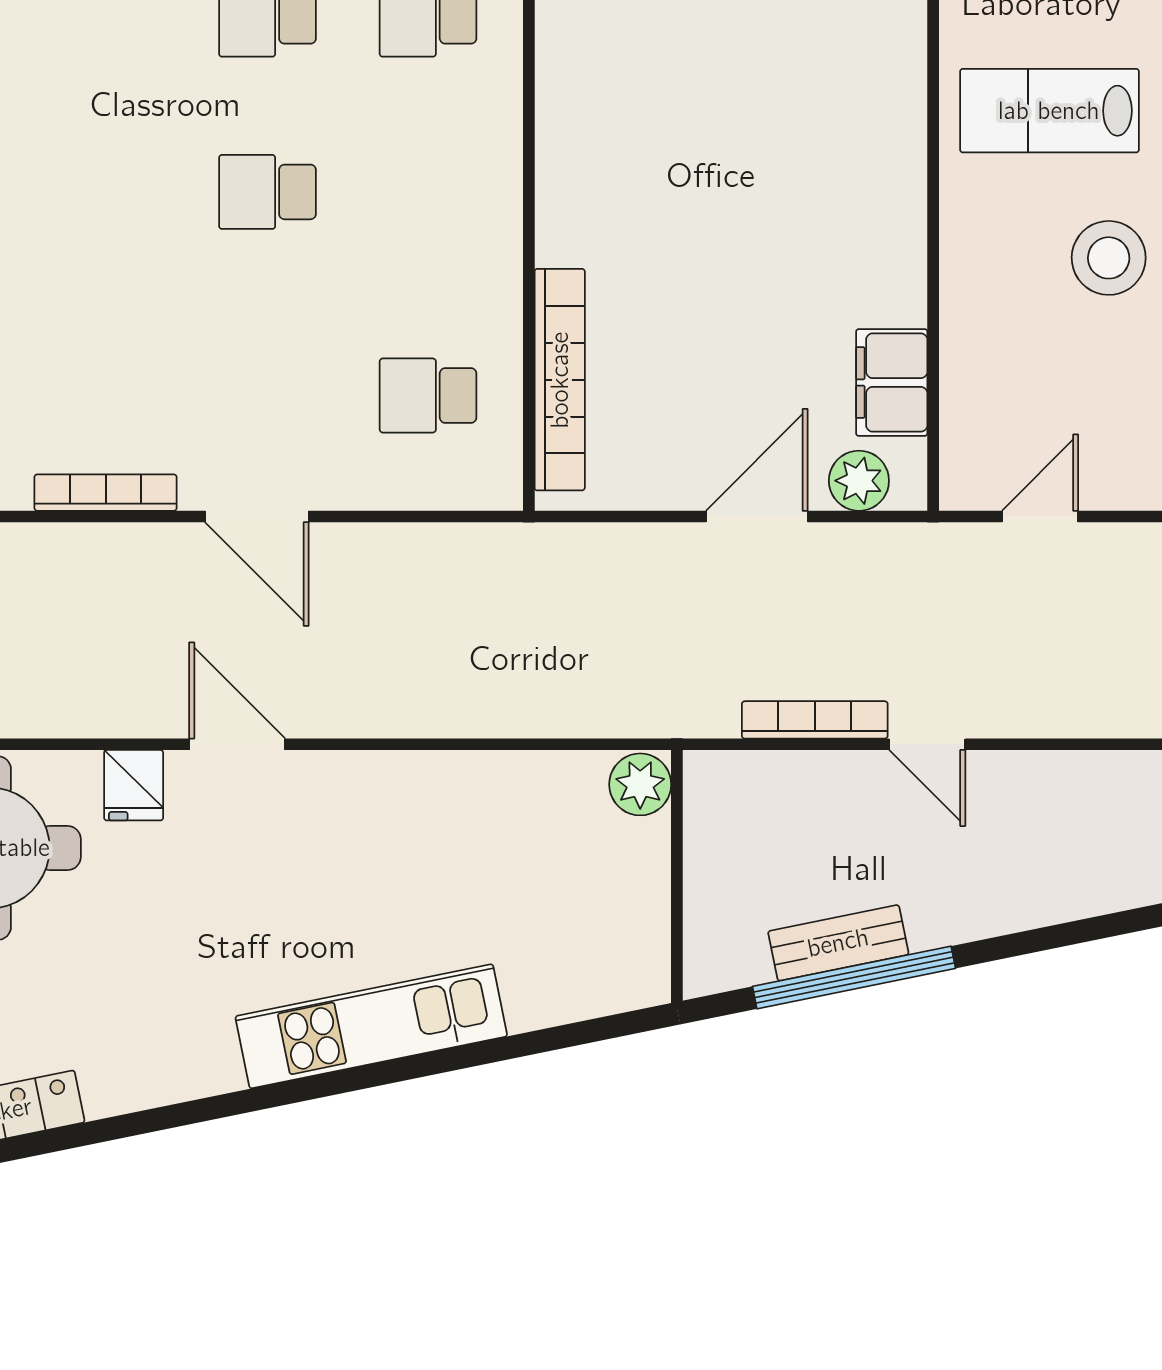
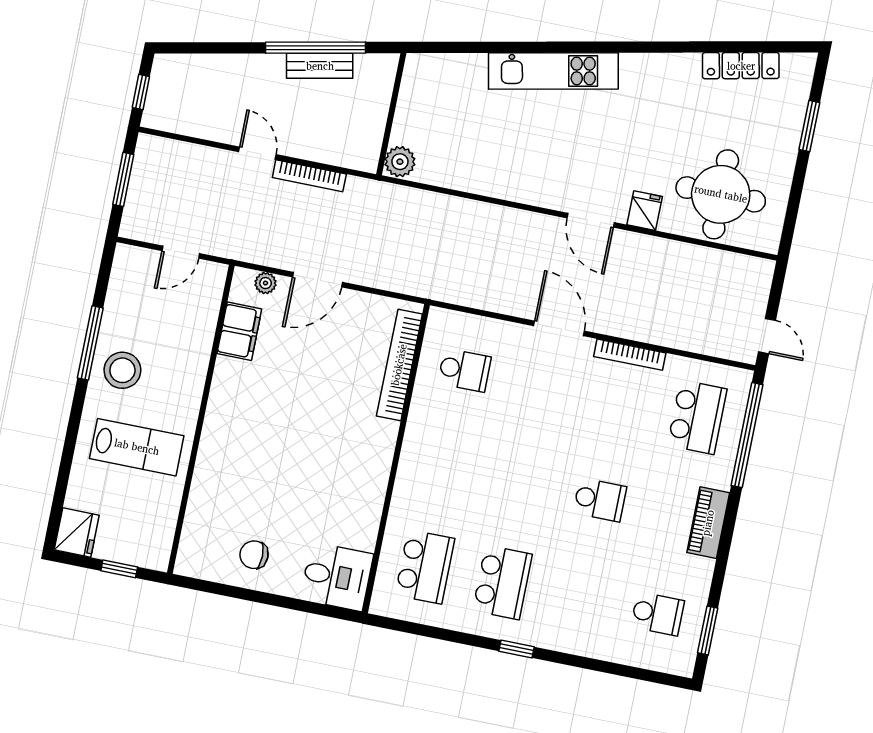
school desk: (267, 192) -> (600, 500), moved
plant: (859, 481) -> (266, 283), width x0.73, depth x0.73

